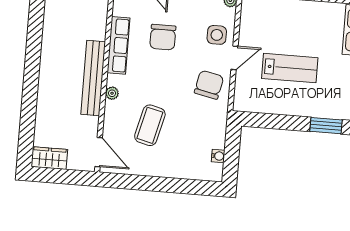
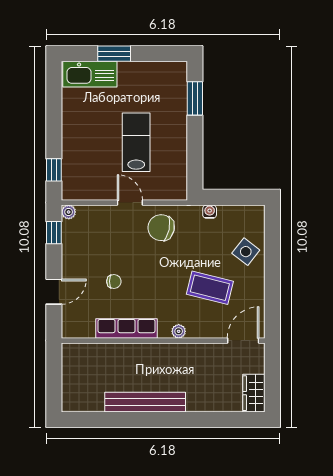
side table: (217, 35) -> (246, 252), moved, turned 38
chair: (163, 37) -> (114, 281), width x0.54, depth x0.54
bench: (93, 78) -> (145, 402), moved
water cooler: (218, 156) -> (210, 212), moved

